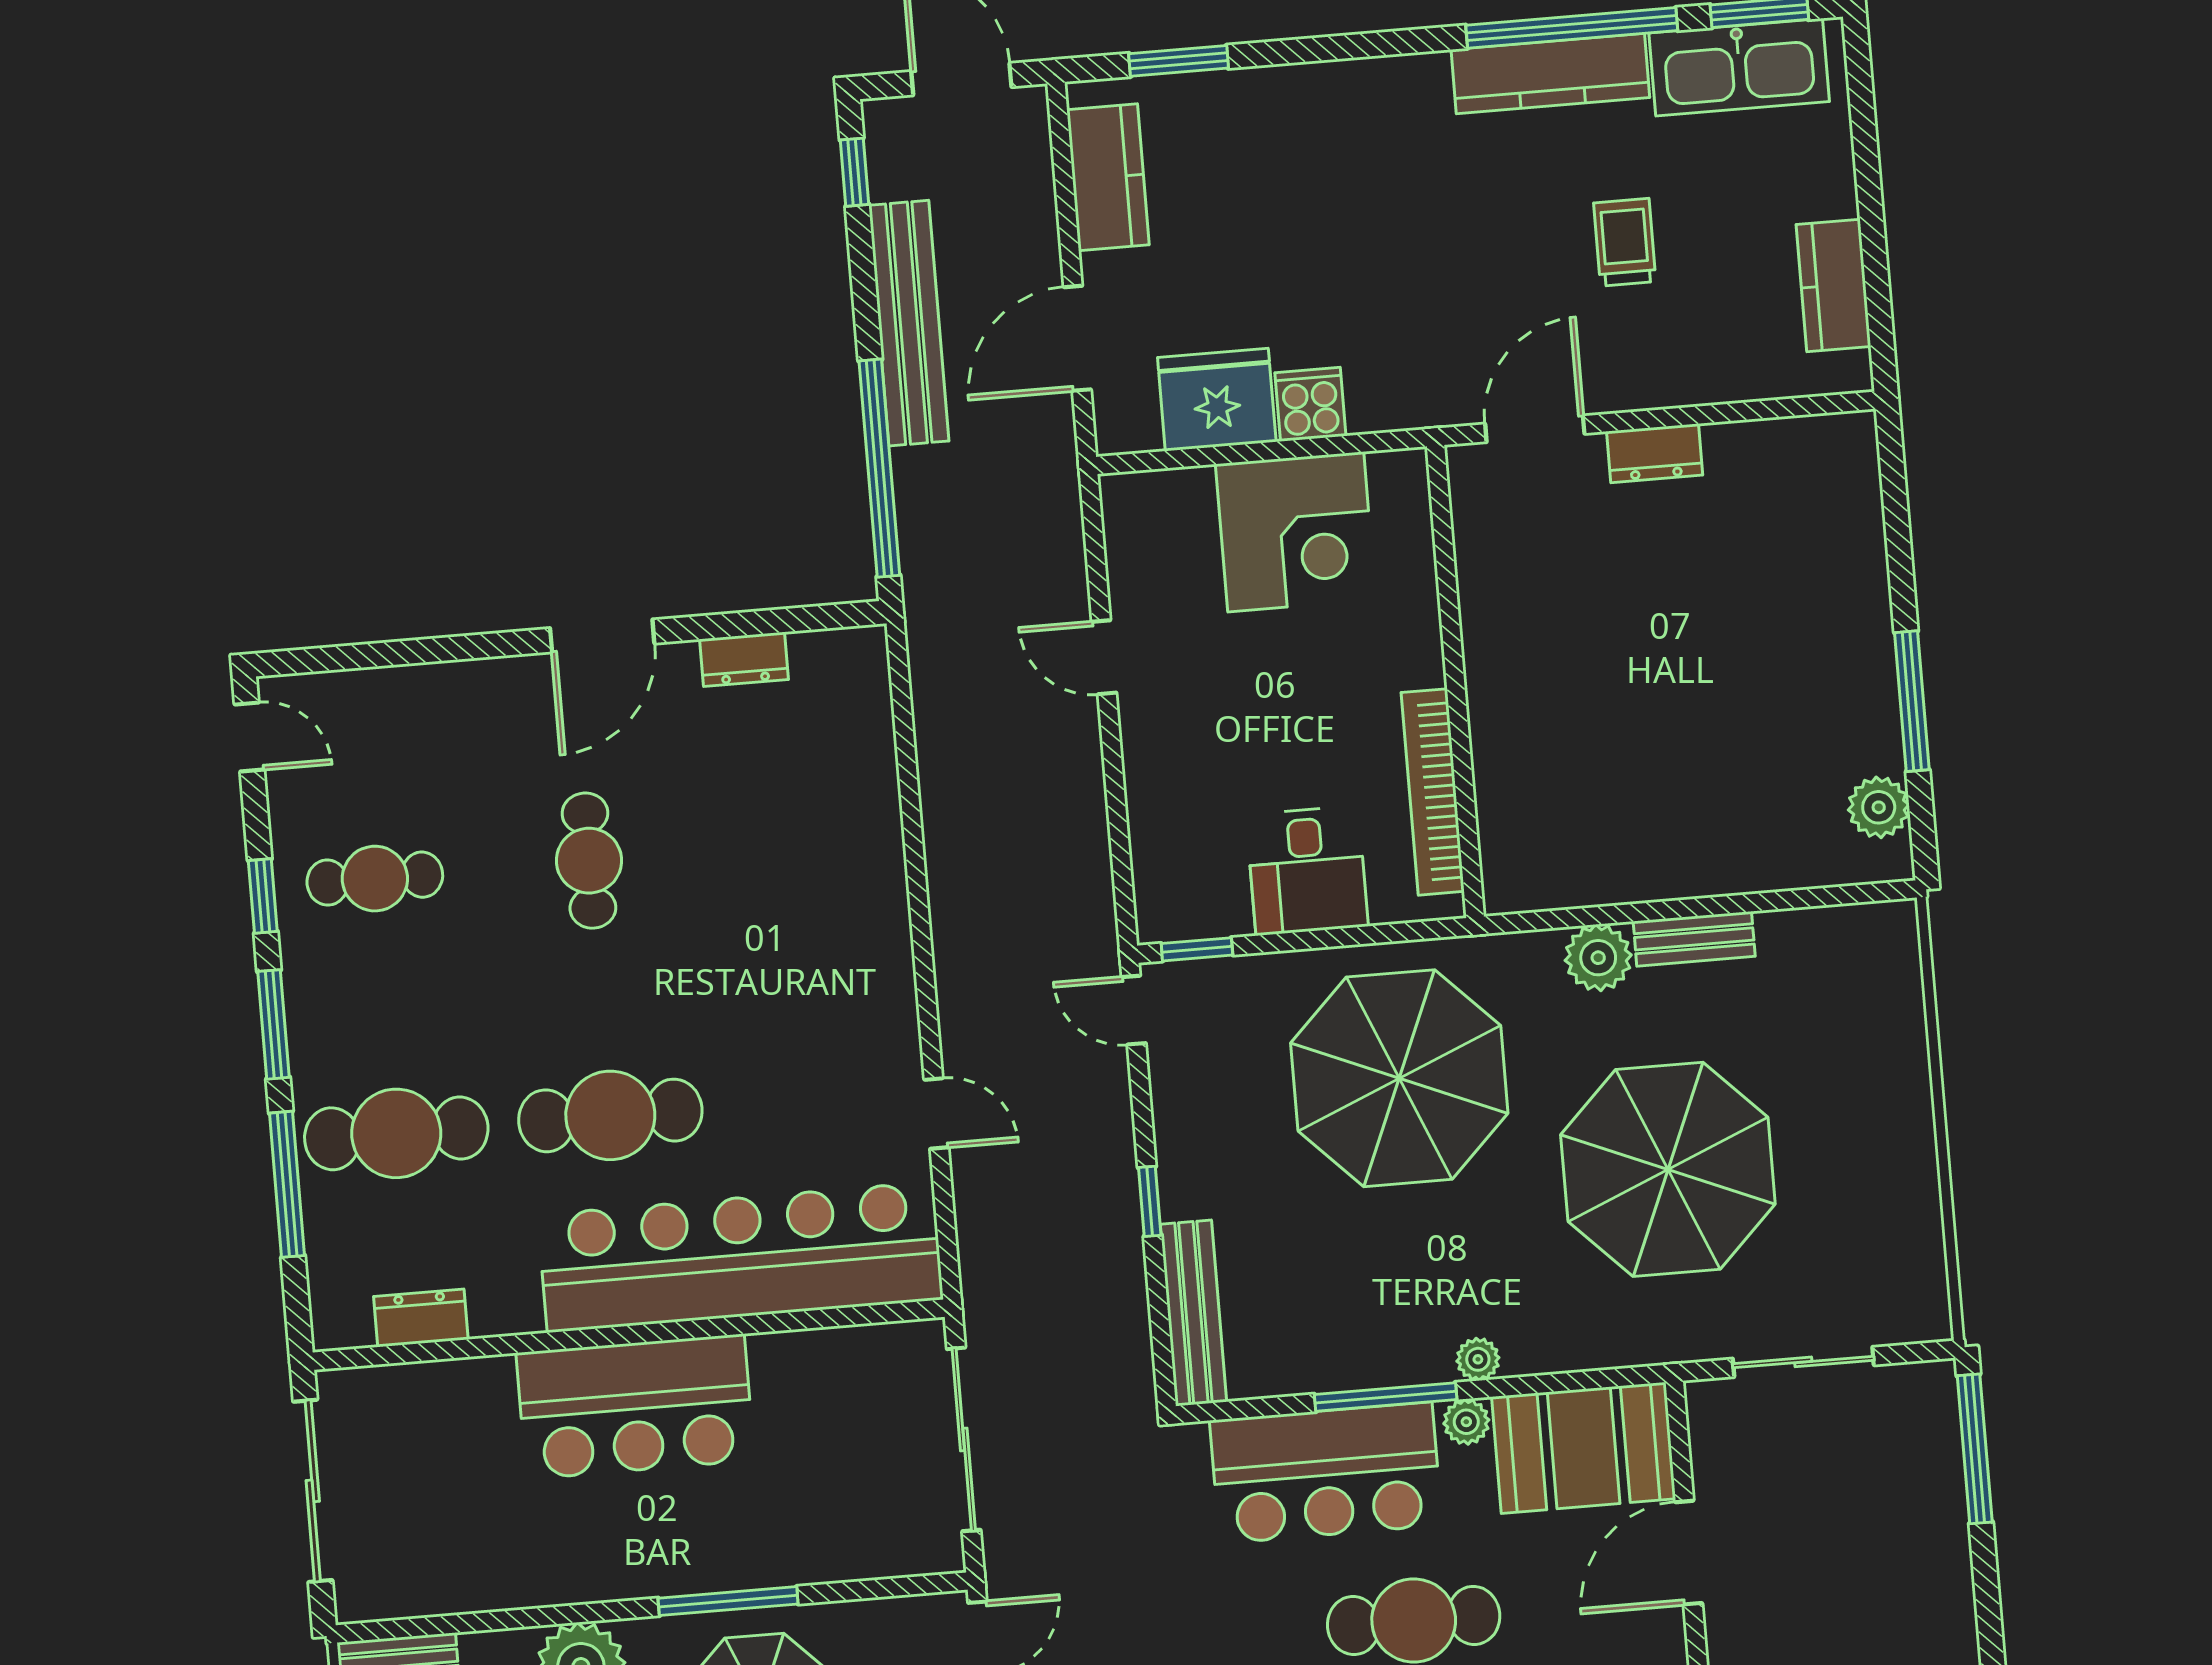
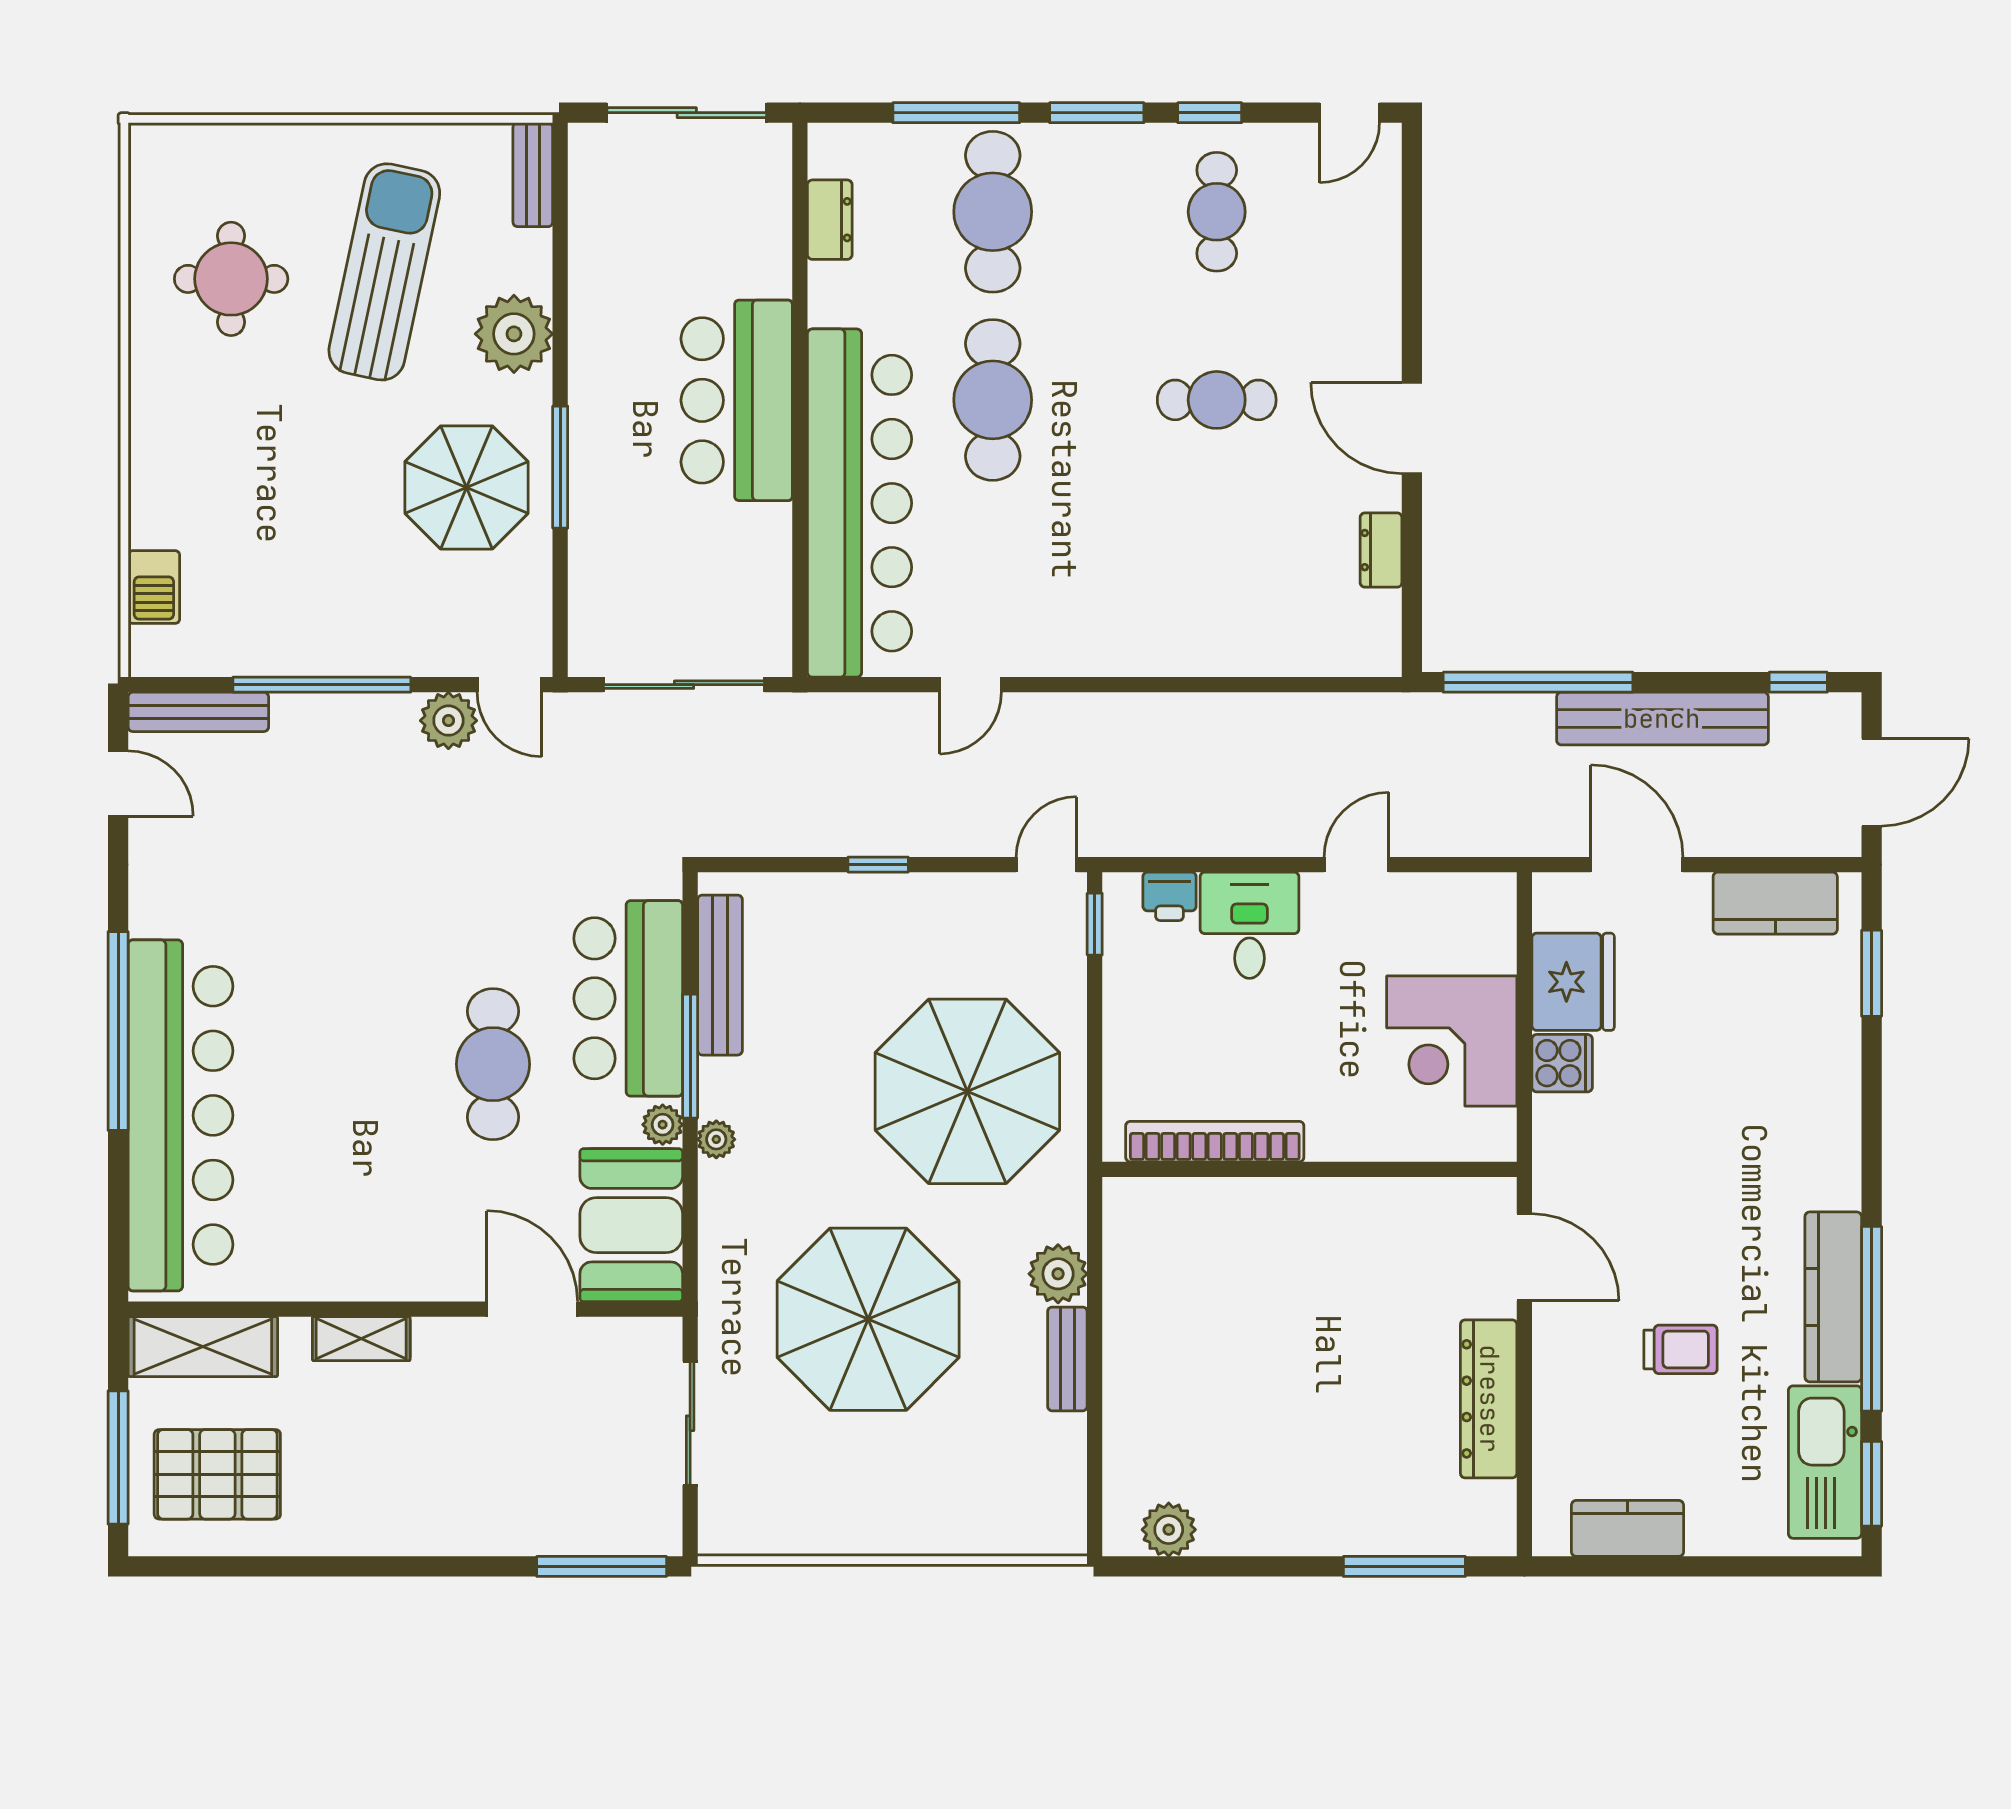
dresser: (1655, 453) -> (1489, 1399), width x1.96, depth x1.24
window: (1912, 701) -> (1404, 1566), moved
printer: (1158, 867) -> (1170, 896), added
desk: (1307, 871) -> (1250, 925), moved, turned 90
bench: (1193, 1313) -> (720, 975), moved, turned 90

